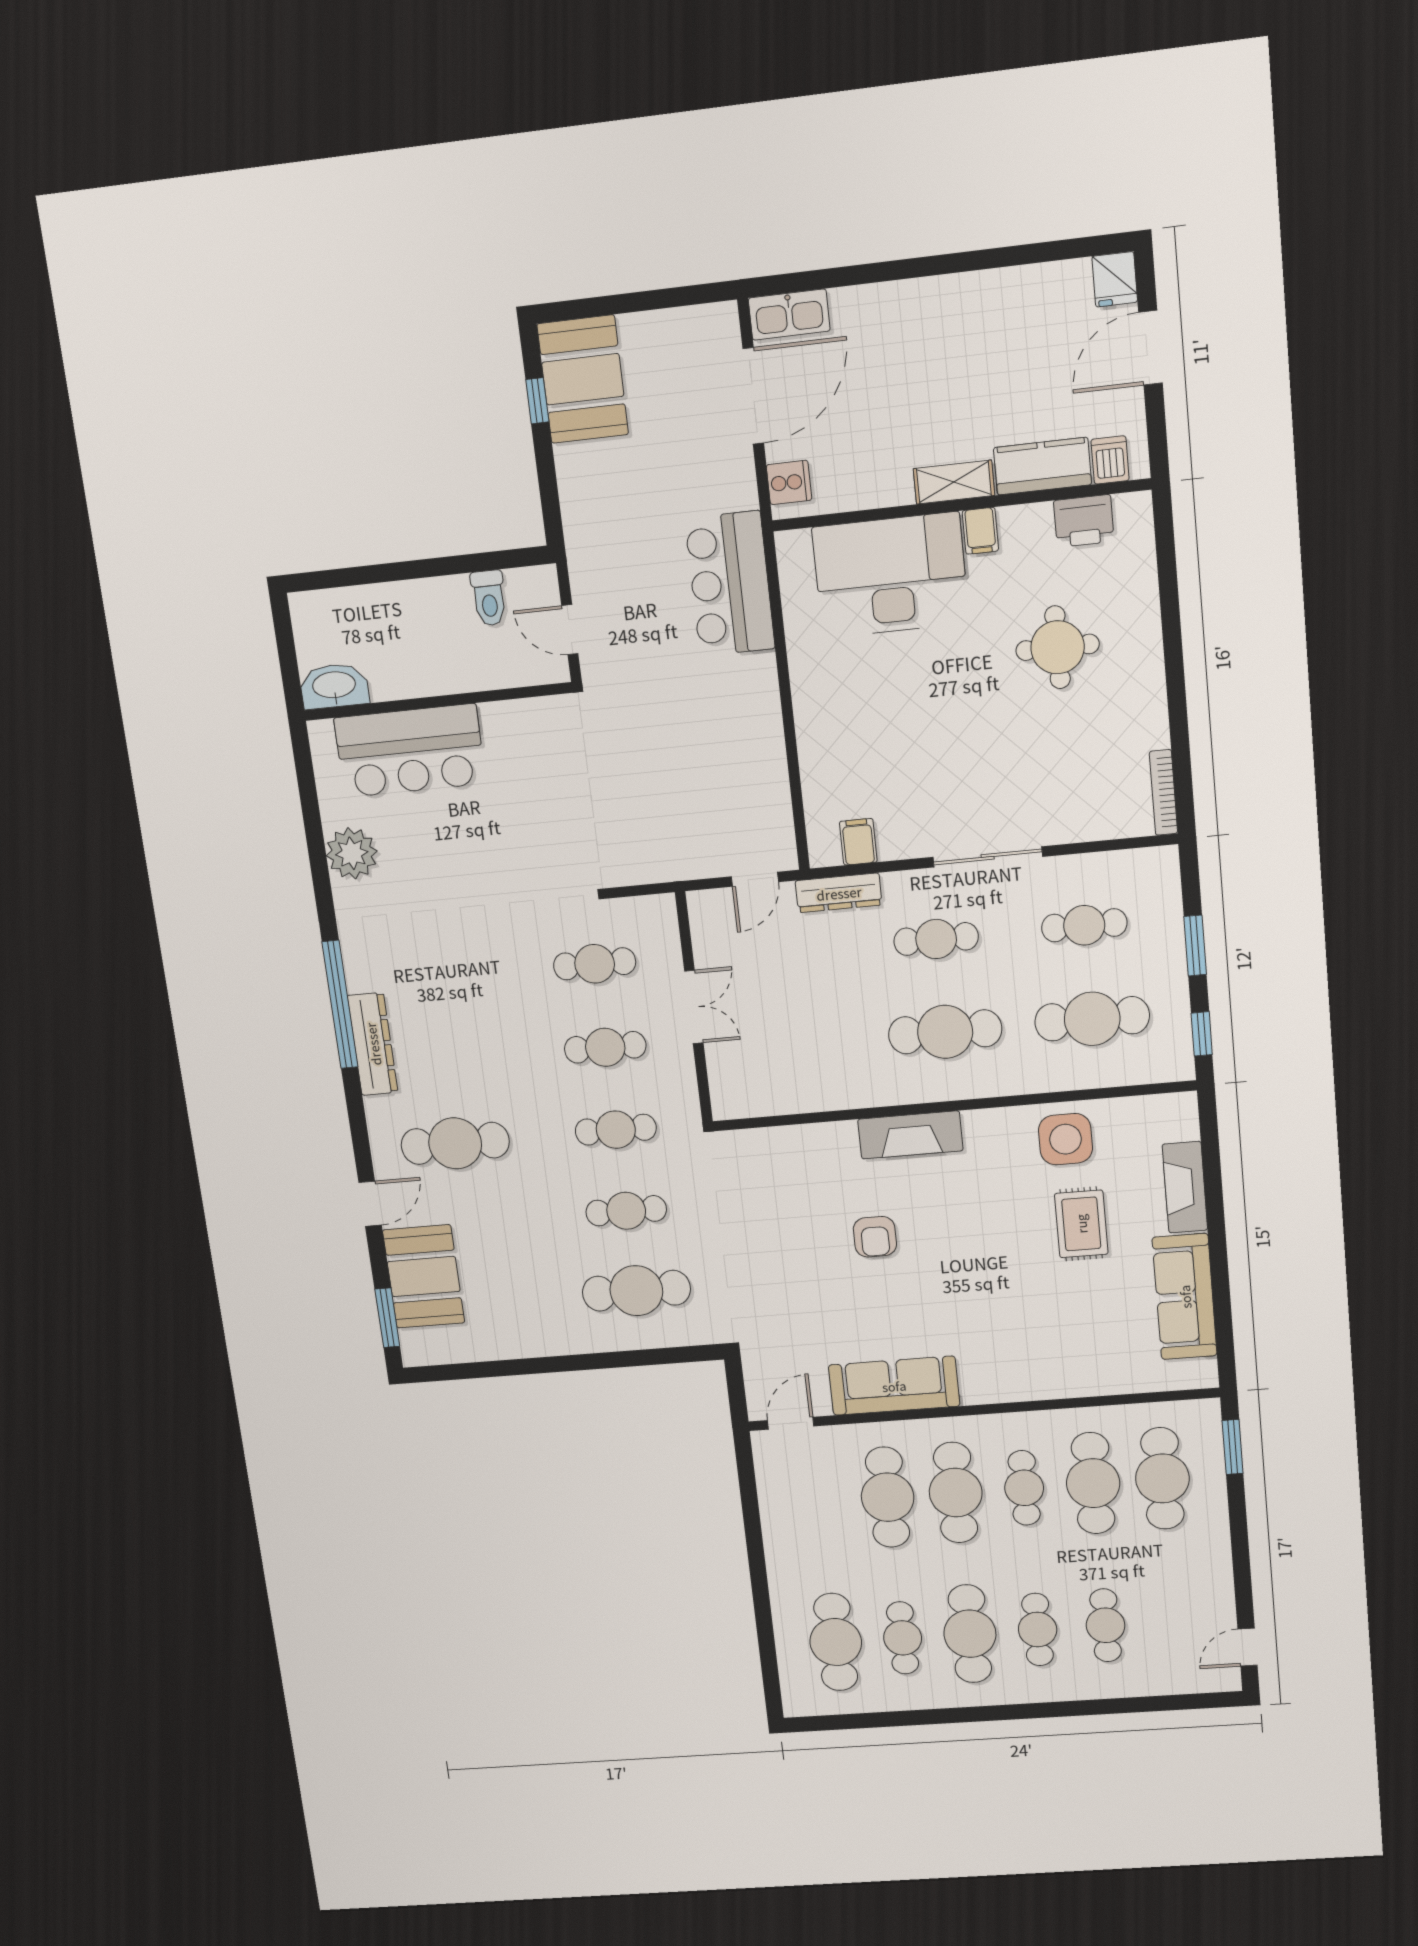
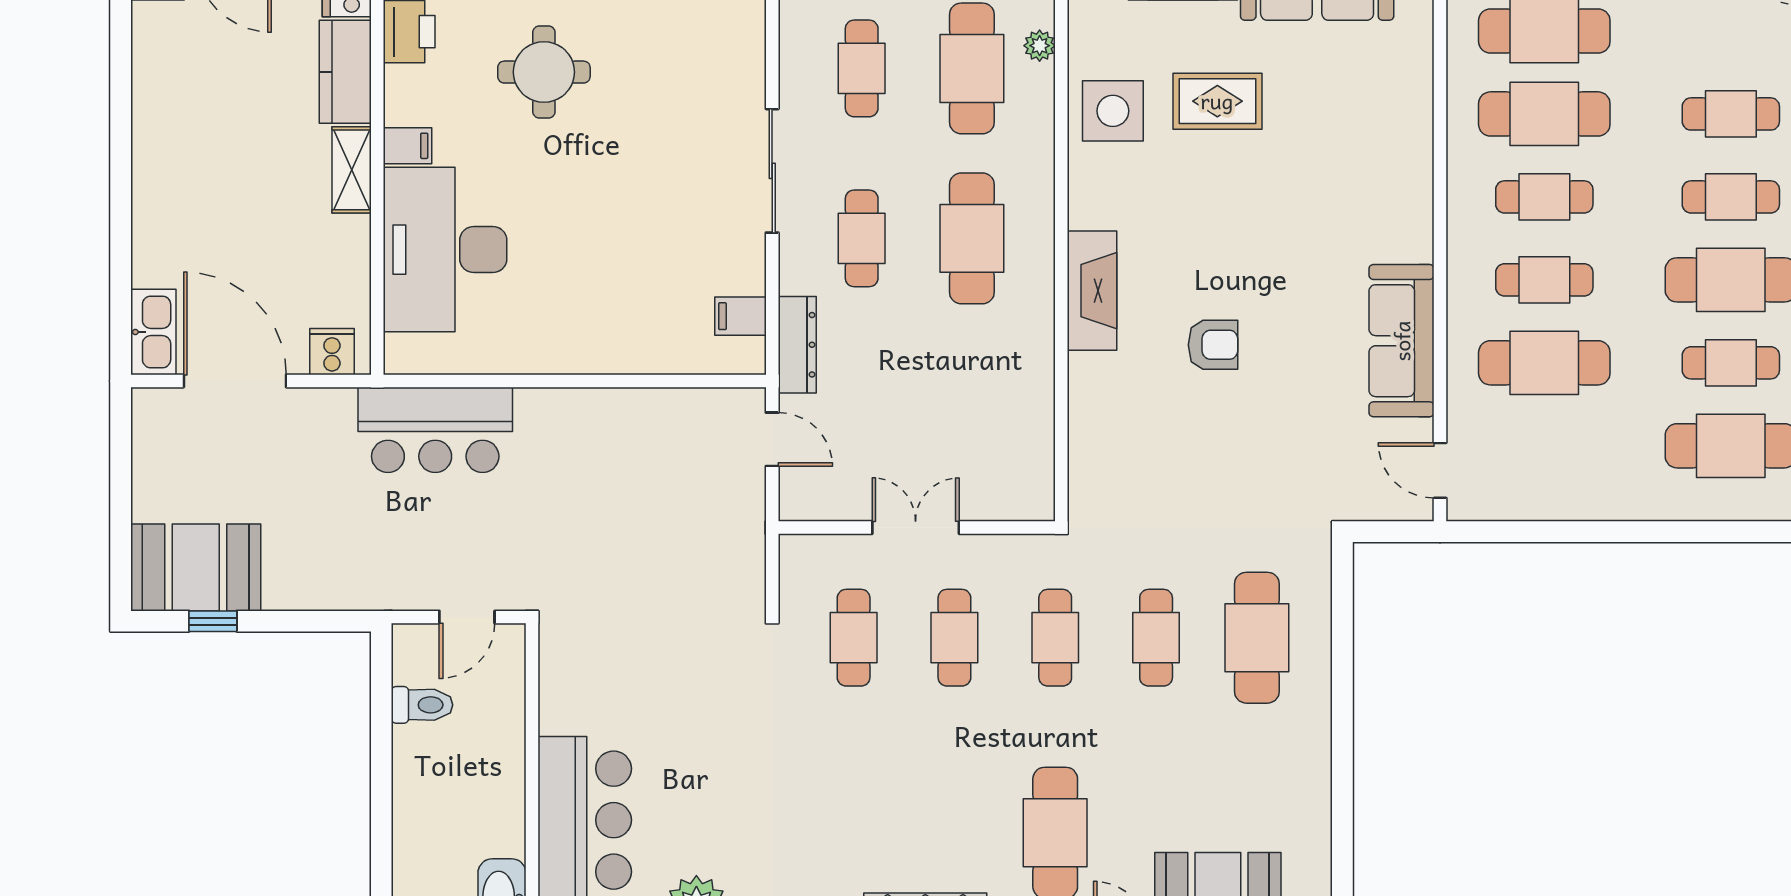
plant: (1117, 1074) -> (1040, 46), added
cafe table: (956, 1493) -> (1544, 280), width x0.73, depth x0.74

